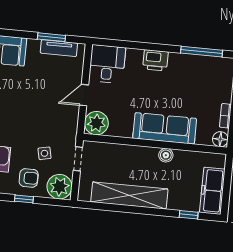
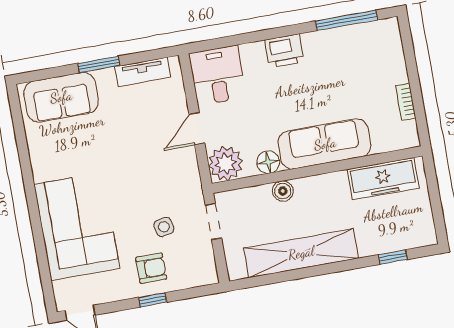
window: (51, 37) -> (99, 64), moved
floor lamp: (220, 139) -> (268, 162), moved
boiler: (166, 155) -> (283, 191), moved
plant: (60, 187) -> (198, 268), removed
freezer: (212, 191) -> (383, 179), moved, turned -90

